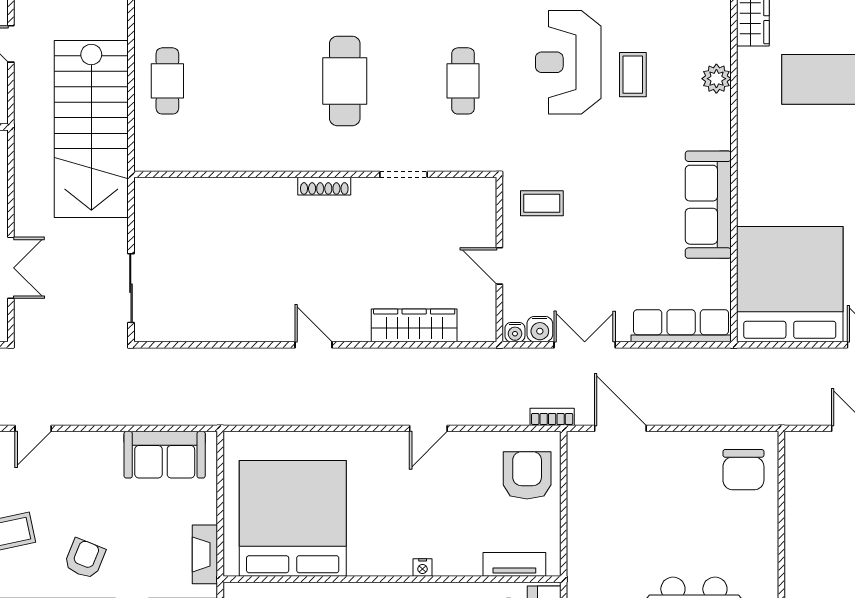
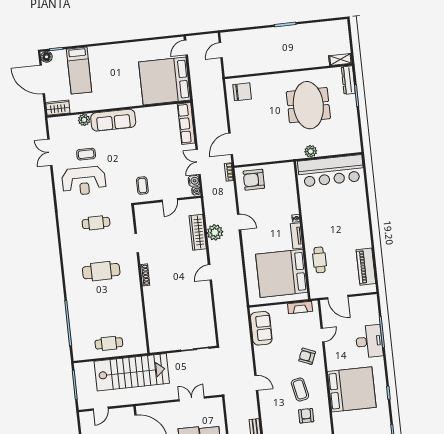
sofa: (708, 205) -> (113, 120), moved
plant: (409, 367) -> (215, 232), added
tv unit: (514, 564) -> (297, 236), moved

